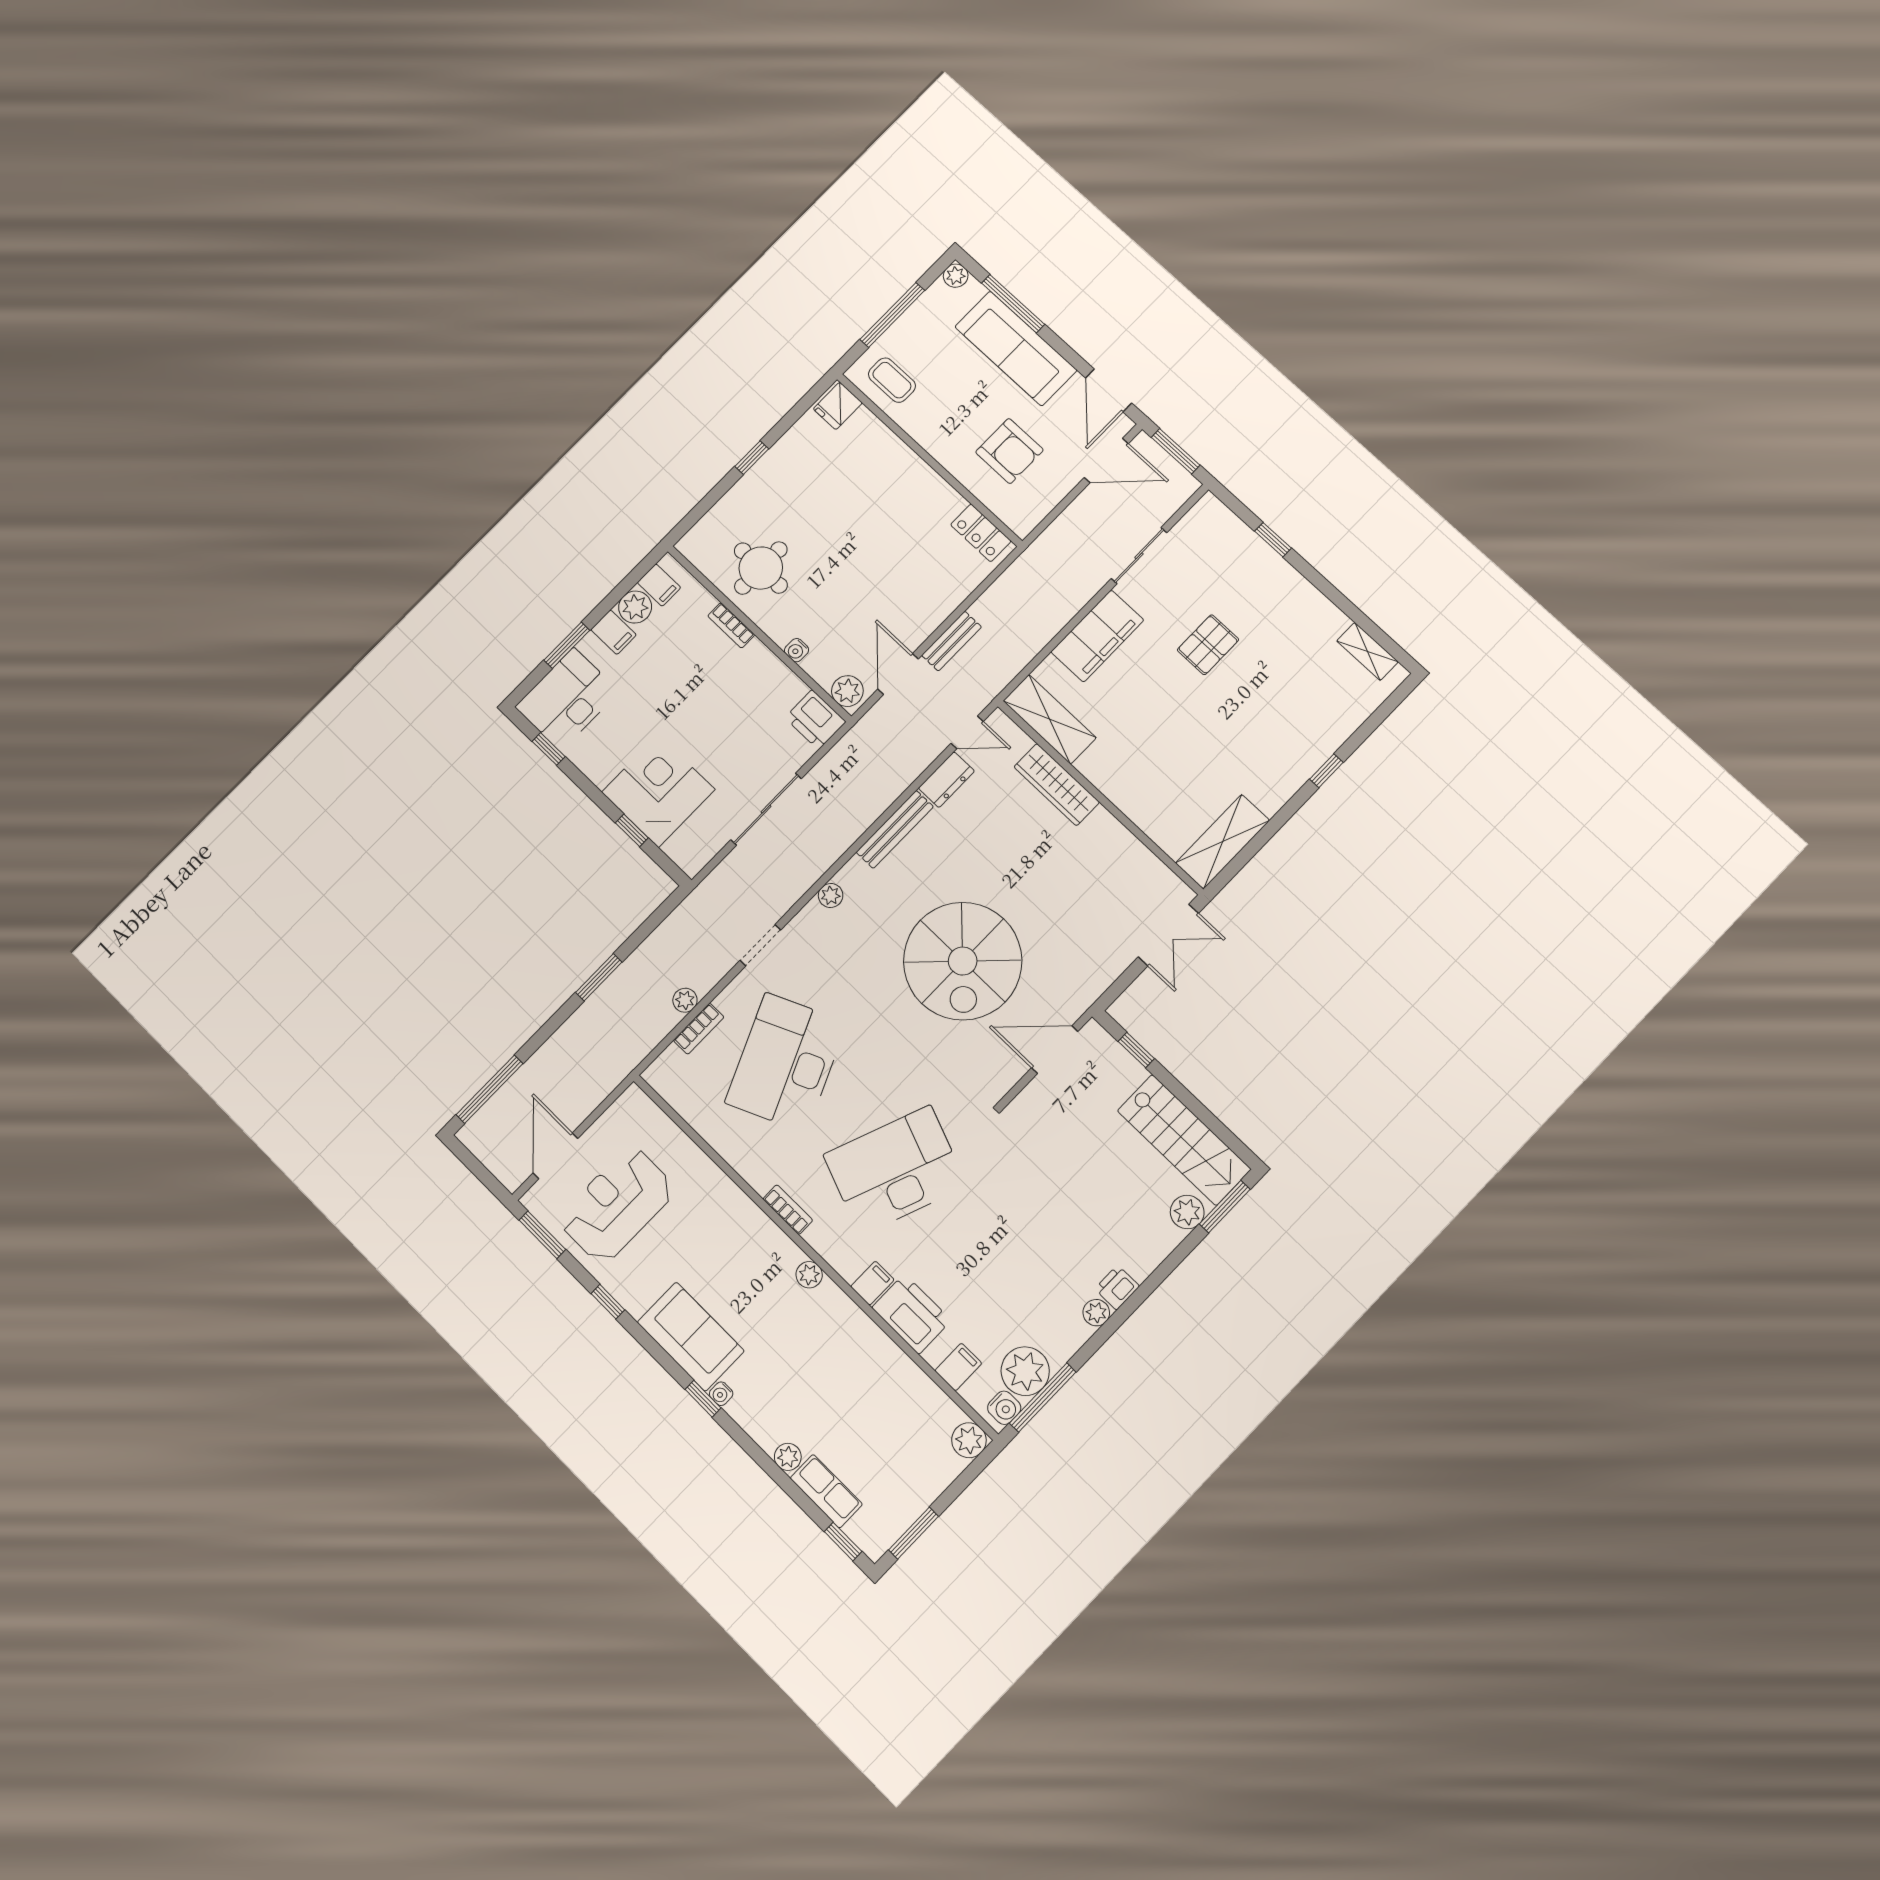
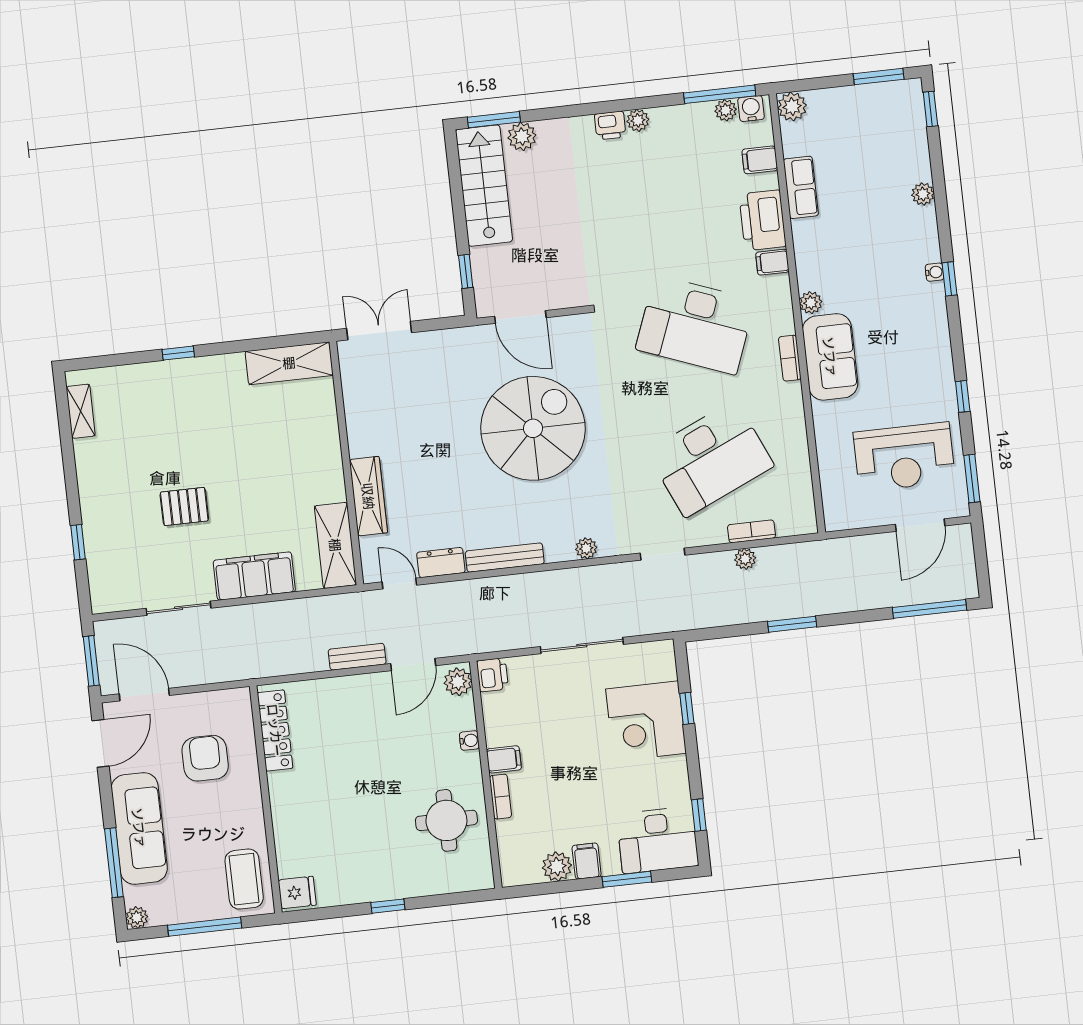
coffee table: (892, 380) -> (244, 879), width x1.36, depth x1.30
locker: (981, 533) -> (275, 730), width x1.53
filing cabinet: (659, 585) -> (504, 759), moved, turned 90
printer: (815, 720) -> (492, 675), width x0.73, depth x0.81
sofa: (691, 1337) -> (830, 357), moved, turned 180
plant: (1025, 1371) -> (726, 110), width x0.53, depth x0.53
row of seats: (826, 1491) -> (801, 187), moved, turned 180

